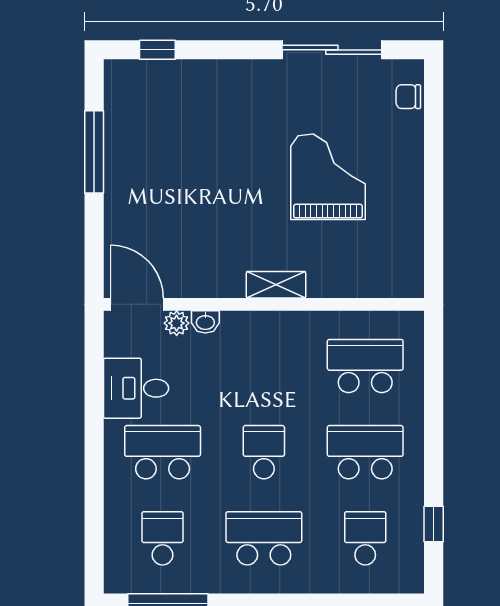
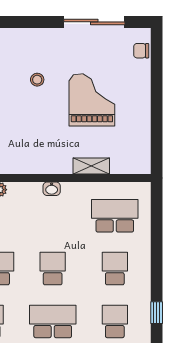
stool: (239, 144) -> (37, 80), added
shelving: (276, 285) -> (91, 166), moved
washbasin: (205, 322) -> (52, 189), moved
school desk: (365, 452) -> (115, 269), width x0.54

